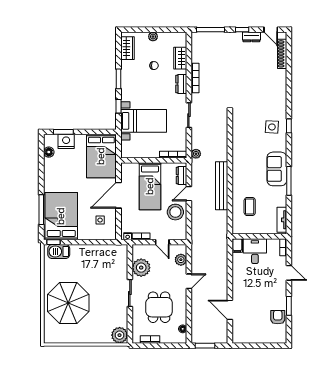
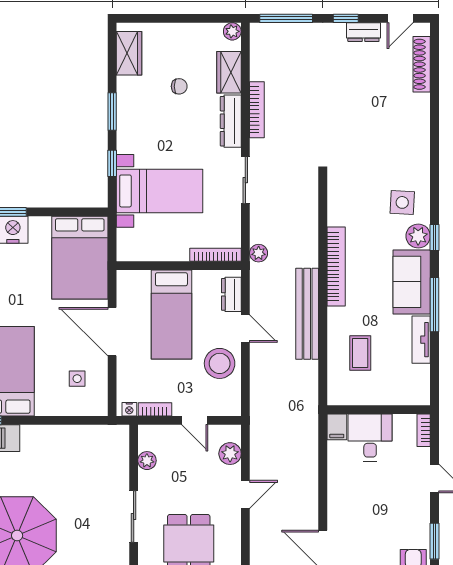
door: (271, 30) -> (400, 18), hinge flipped
plant: (153, 37) -> (232, 31), moved
dresser: (181, 84) -> (231, 121), width x1.44
window: (289, 126) -> (435, 238), moved
plant: (280, 145) -> (418, 236), added
bookcase: (237, 161) -> (336, 267), added
door: (189, 194) -> (245, 329), swing flipped
door: (119, 195) -> (112, 332), hinge flipped
tv unit: (282, 220) -> (421, 340), moved
plant: (141, 268) -> (147, 461), width x0.53, depth x0.53

